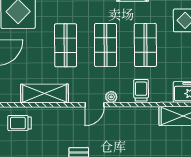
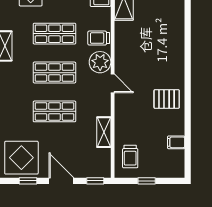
shelving: (45, 94) -> (104, 132), width x0.67, depth x0.75
plant: (111, 97) -> (100, 62), width x1.88, depth x1.88

